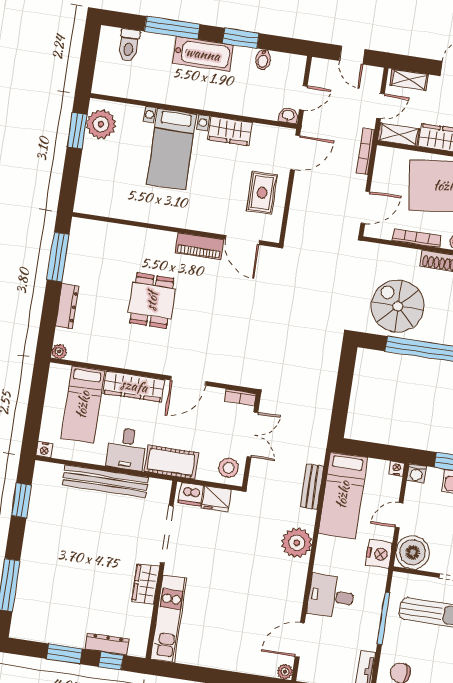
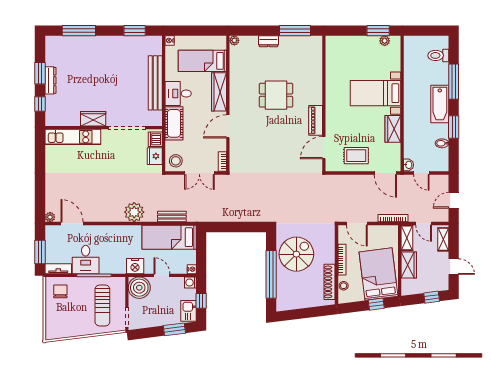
plant: (101, 124) -> (385, 41), width x0.53, depth x0.53
dresser: (67, 306) -> (268, 41), width x0.70
door: (188, 381) -> (228, 126), hinge flipped
desk: (331, 596) -> (86, 259), moved, turned 180
dresser: (107, 644) -> (50, 80), moved

